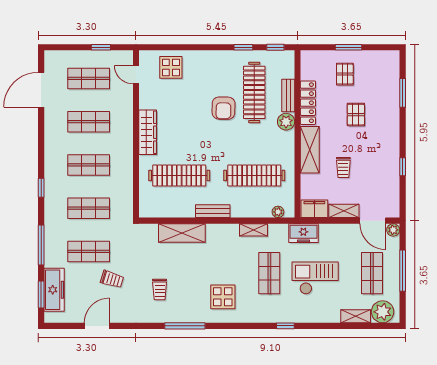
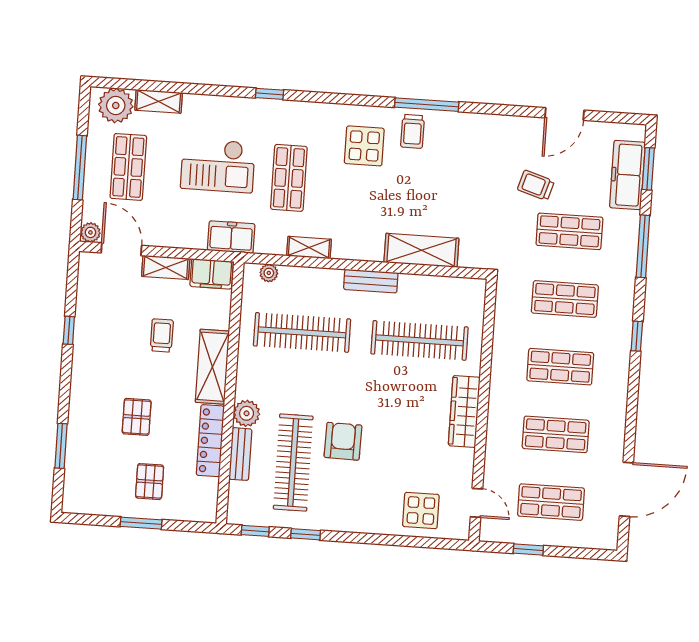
trolley: (160, 290) -> (413, 131), moved, turned 180

